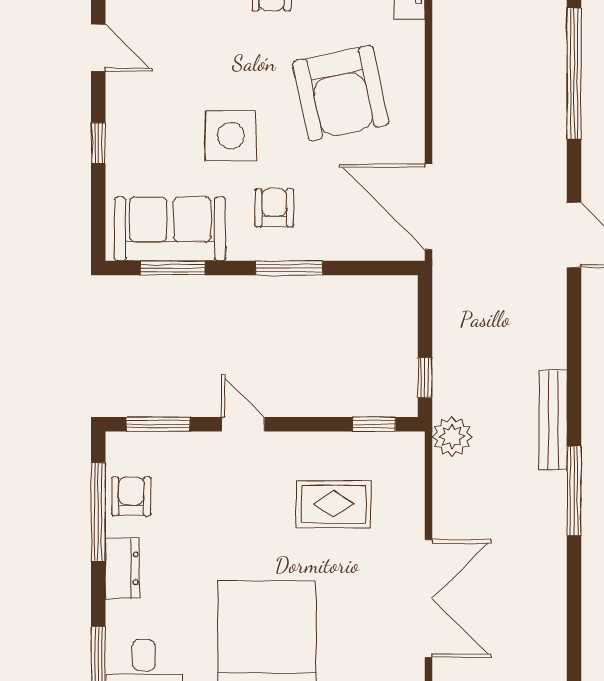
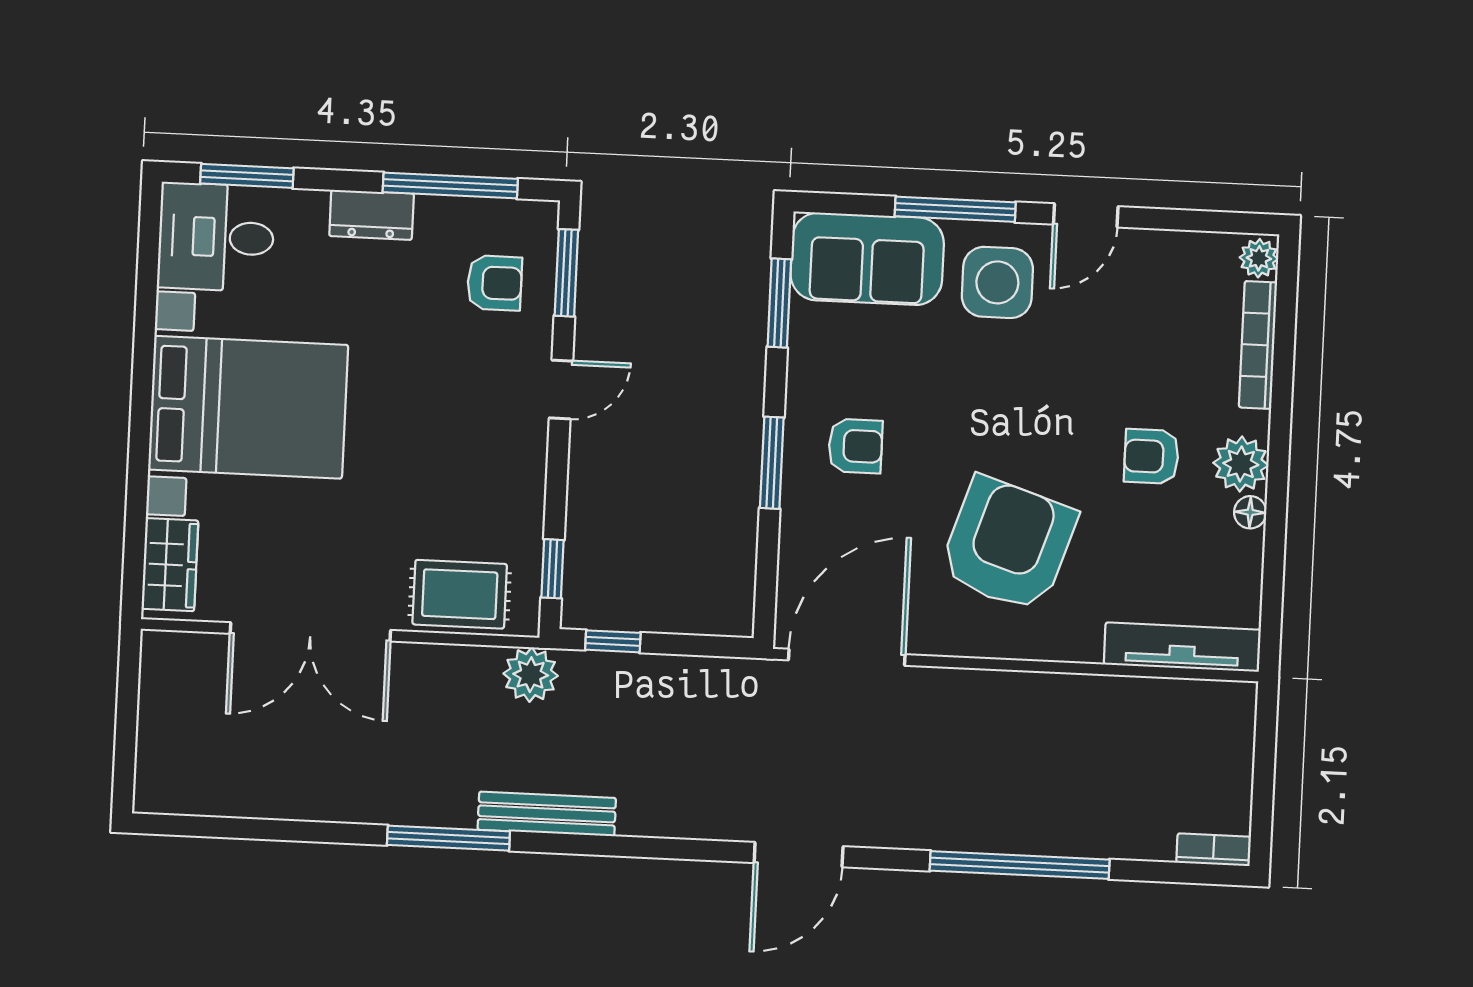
armchair: (341, 93) -> (1008, 544), turned 120
side table: (231, 135) -> (997, 282), moved
window: (98, 143) -> (955, 209), width x2.17
sofa: (170, 229) -> (867, 259), moved, turned 90
armchair: (131, 496) -> (494, 283), moved
rug: (334, 504) -> (460, 594), moved, turned 90

